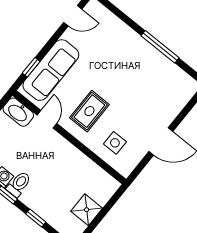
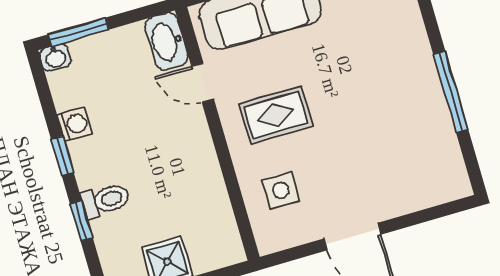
door: (47, 119) -> (203, 83), swing flipped
toilet: (19, 184) -> (106, 200), moved

